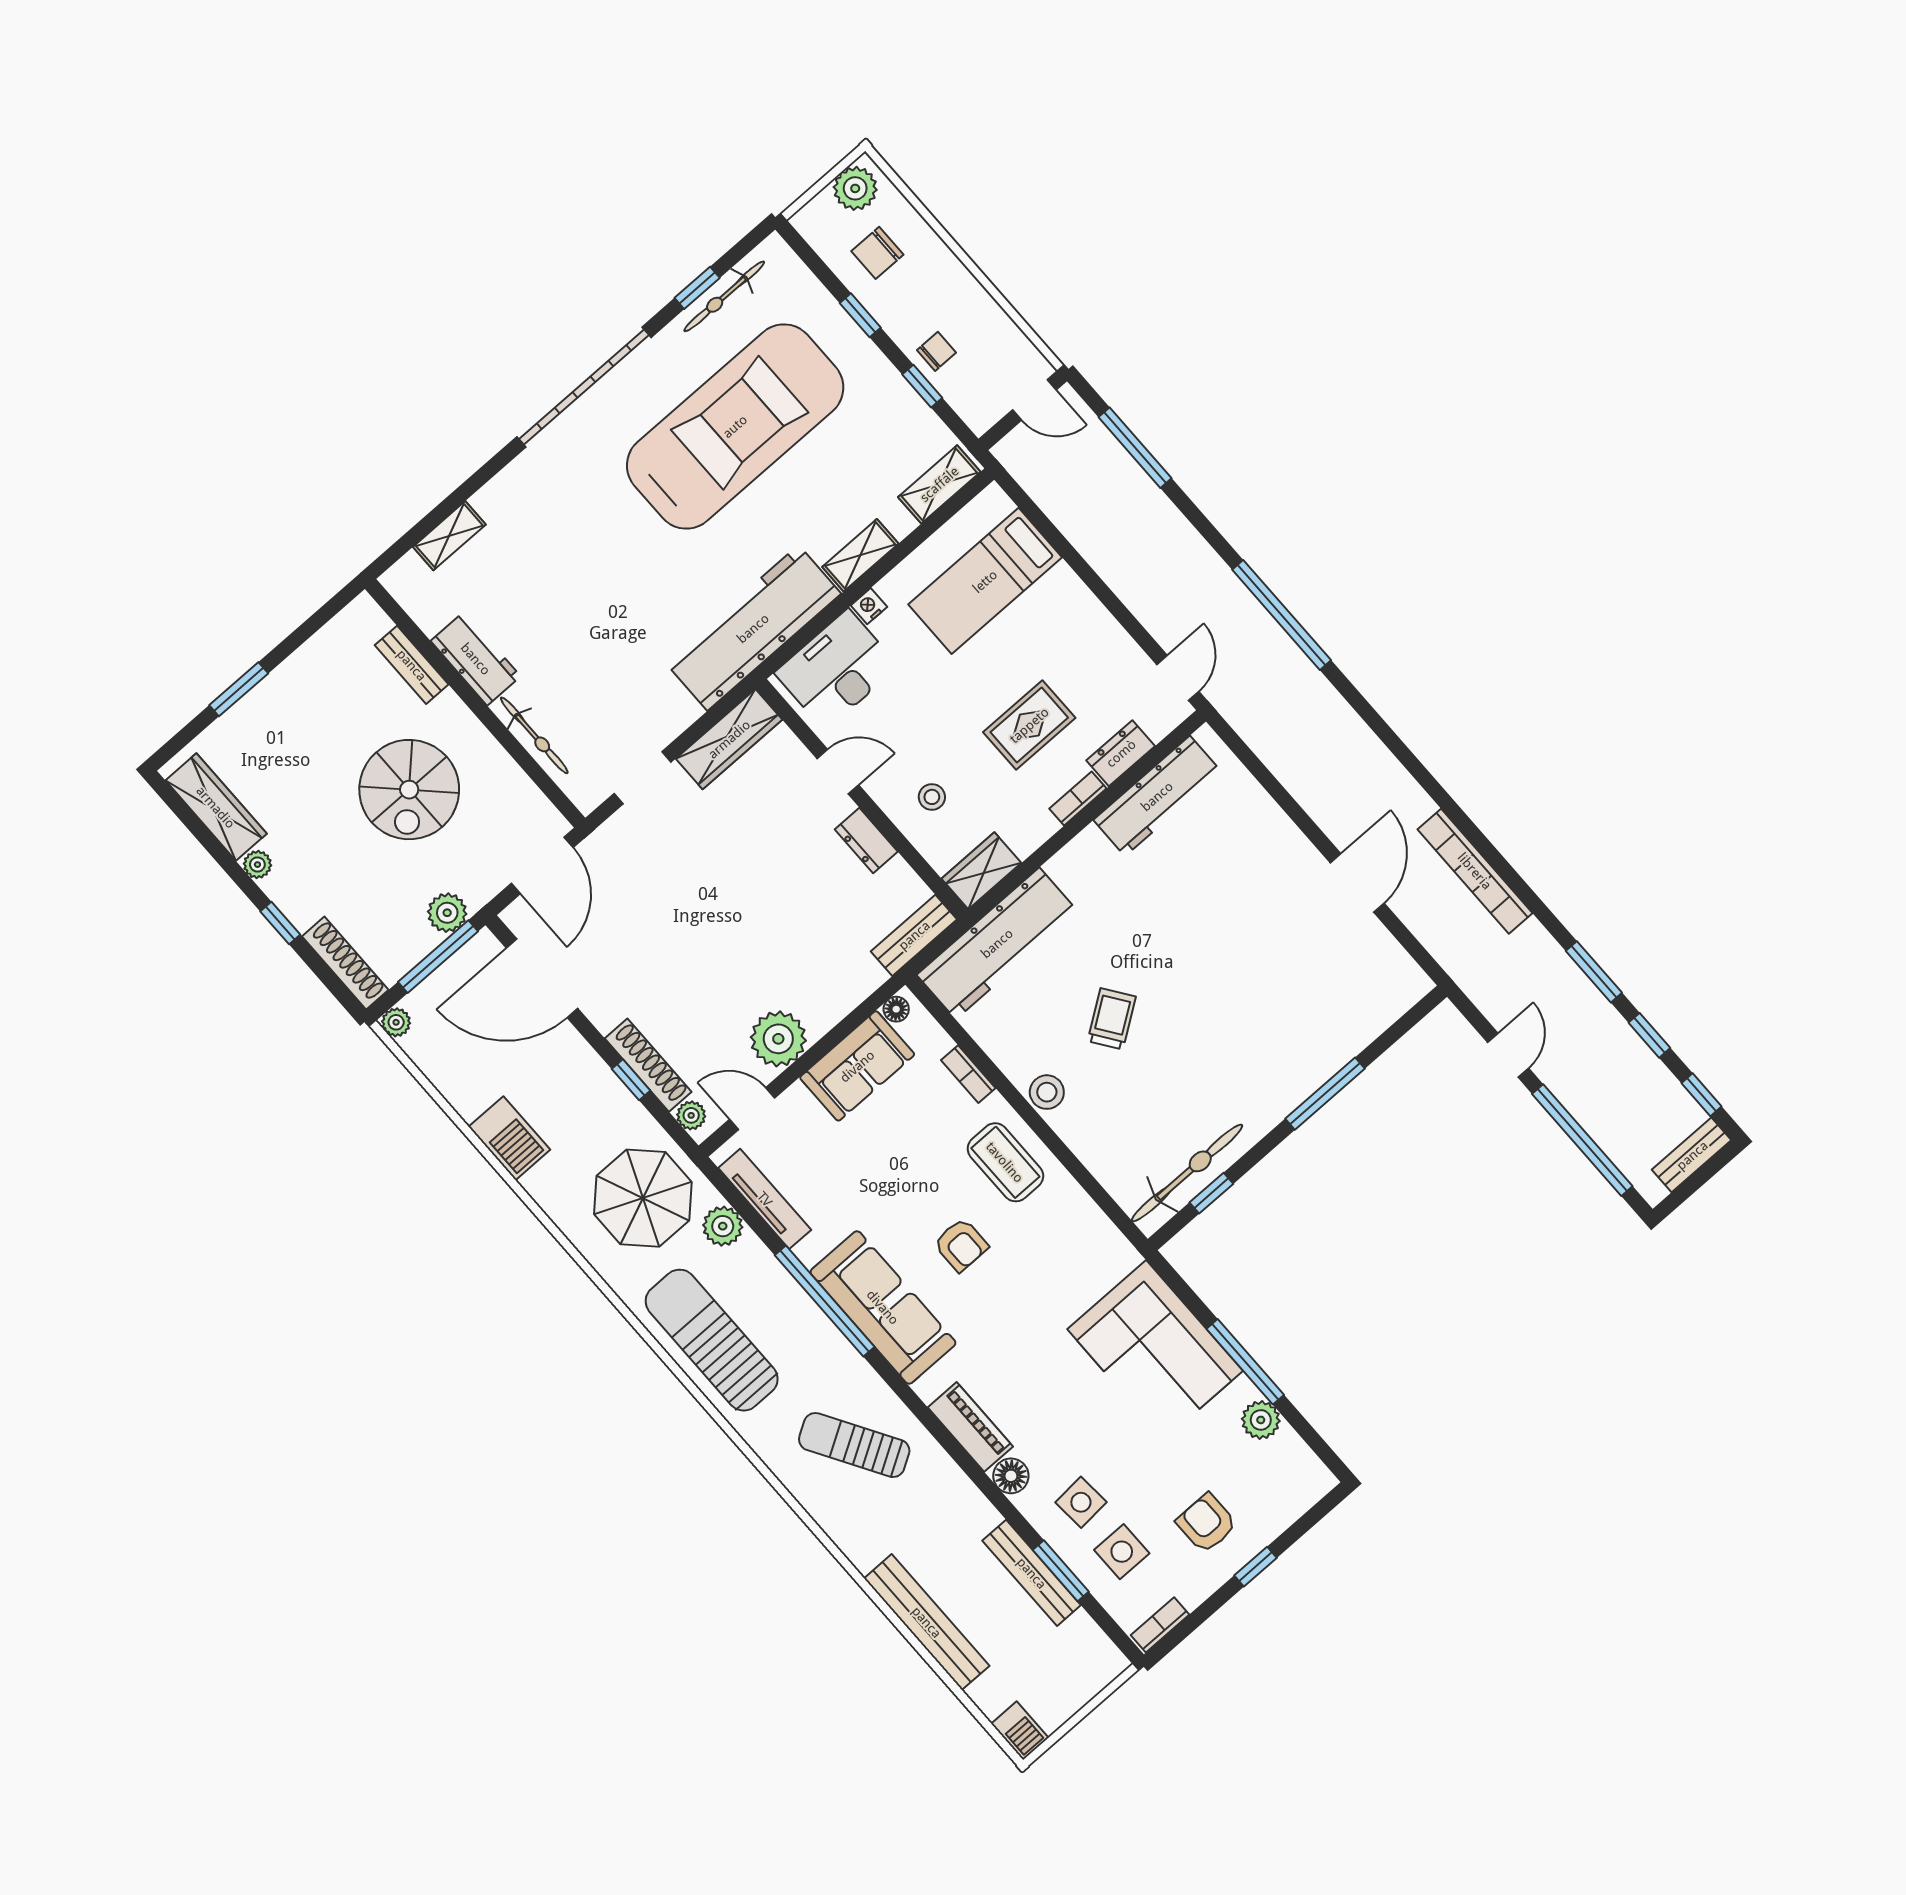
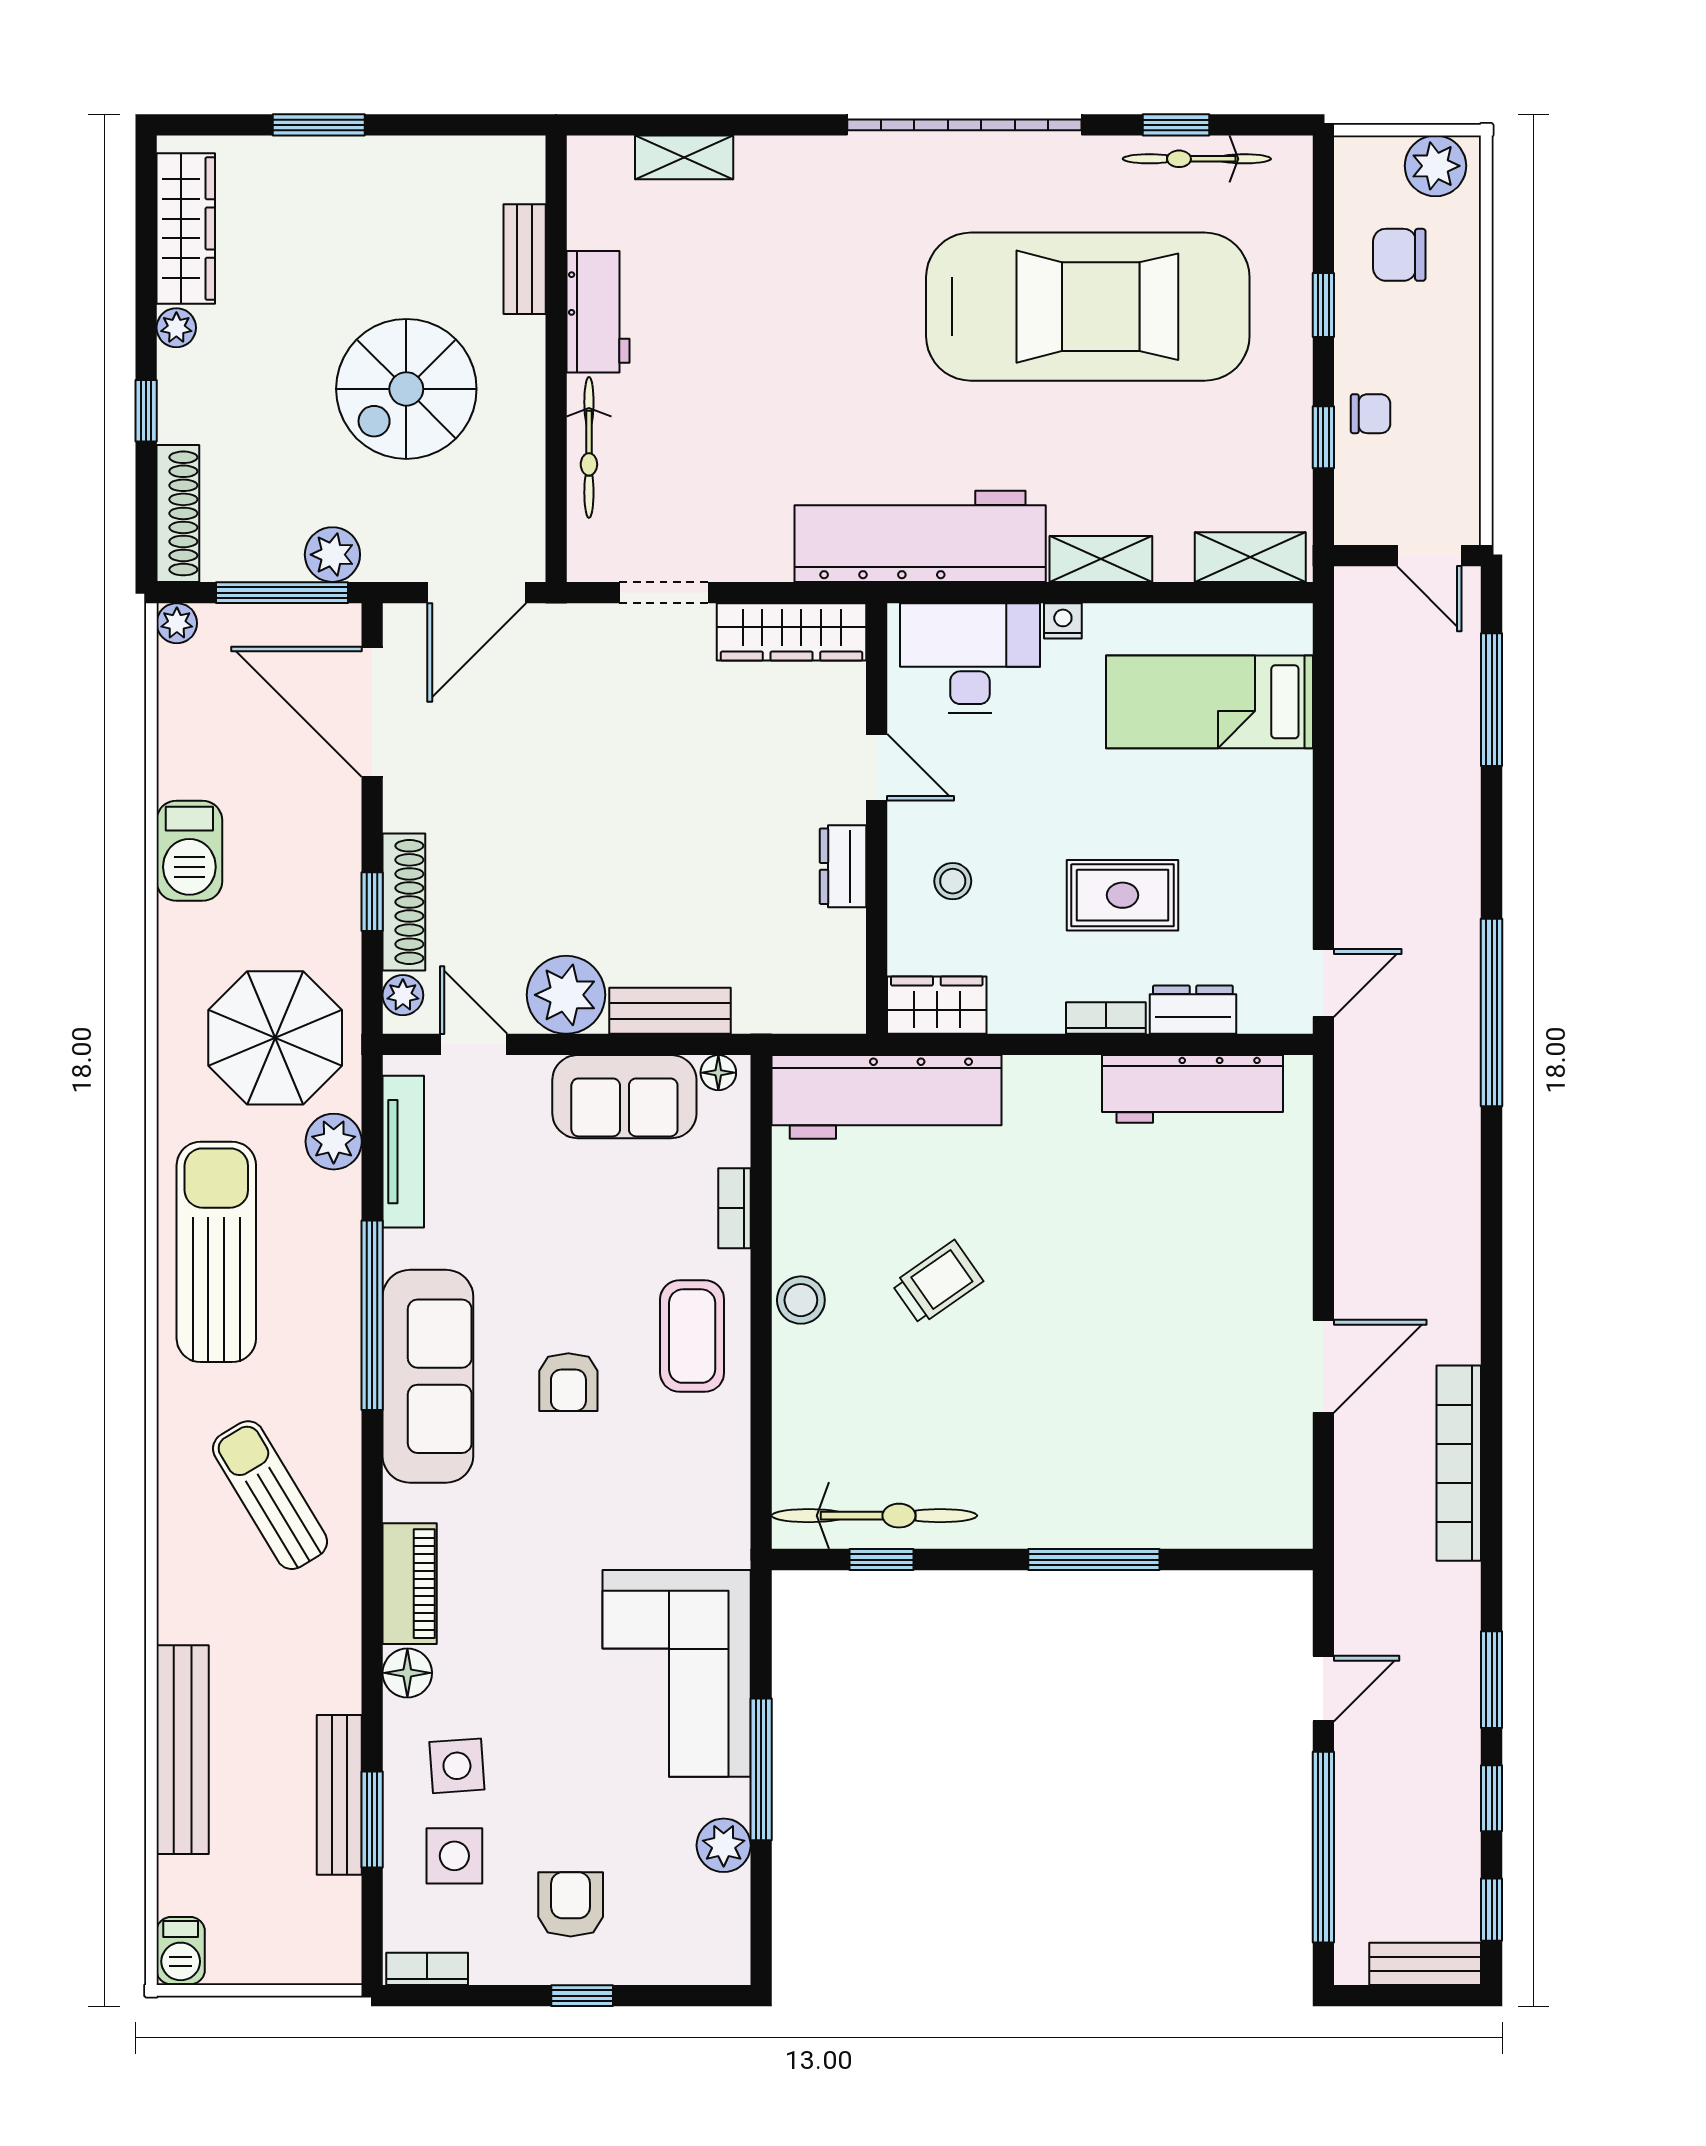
bench: (914, 935) -> (670, 1011), moved

